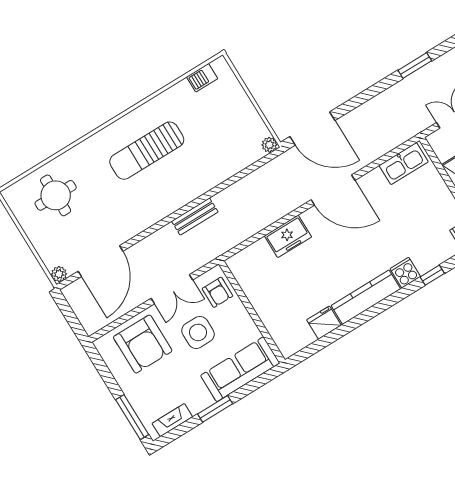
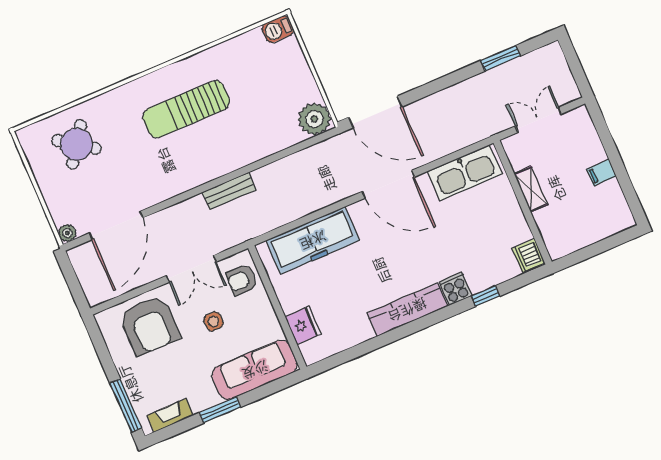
barbecue: (202, 78) -> (278, 29), moved
plant: (269, 145) -> (314, 119), width x1.88, depth x1.88
kitchen sink: (404, 164) -> (465, 173), width x1.36, depth x1.24
round table: (56, 195) -> (77, 144), turned 35
freezer: (288, 236) -> (313, 240), width x1.91, depth x1.26
armchair: (217, 292) -> (242, 280), turned 90
fridge: (324, 323) -> (303, 325), moved, turned 90
side table: (198, 332) -> (213, 321), width x0.54, depth x0.54

